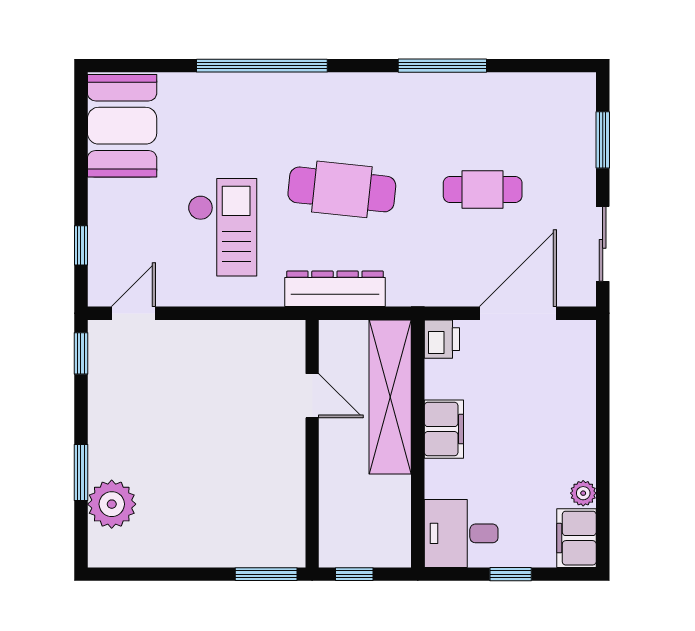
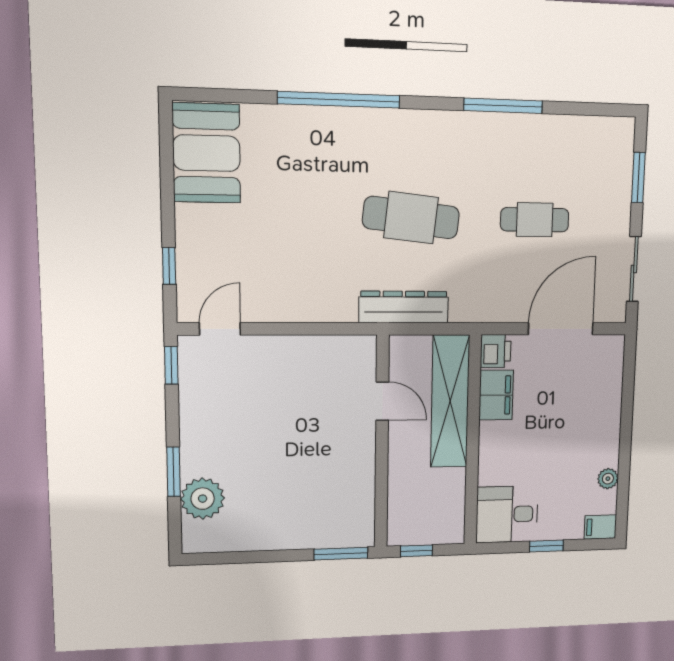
checkout: (222, 227) -> (302, 251), removed
filing cabinet: (444, 429) -> (496, 395), moved
filing cabinet: (576, 538) -> (600, 527), width x0.50

